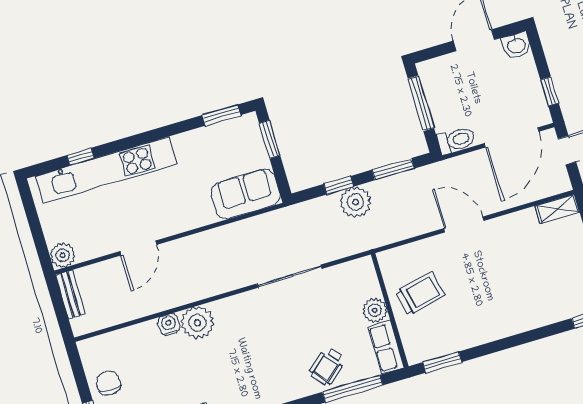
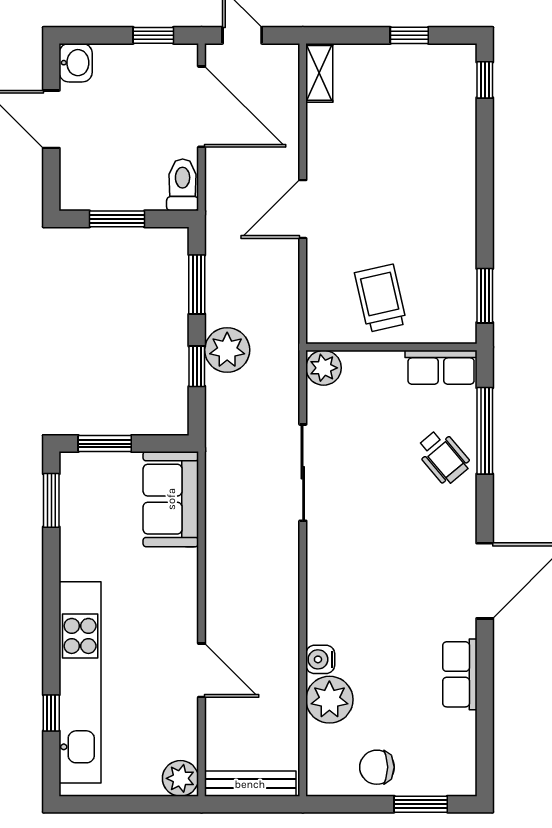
window: (421, 103) -> (117, 219), width x0.69
bench: (70, 294) -> (250, 784), width x1.36
plant: (375, 310) -> (324, 368), moved
plant: (197, 323) -> (329, 700), moved

